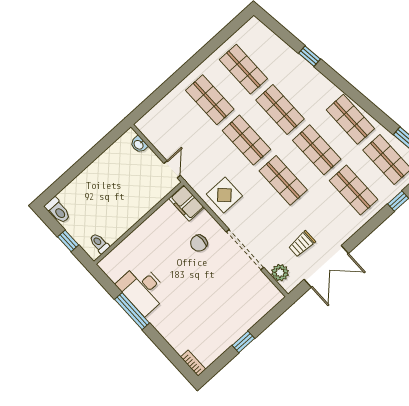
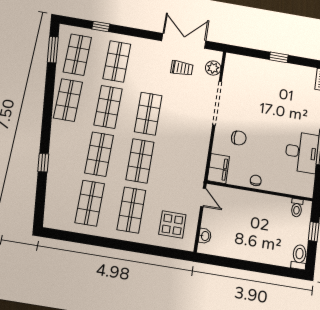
door: (172, 169) -> (203, 197), swing flipped
display table: (224, 195) -> (172, 224), moved
chair: (150, 227) -> (256, 180), added

